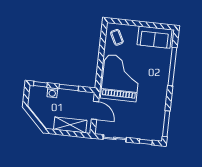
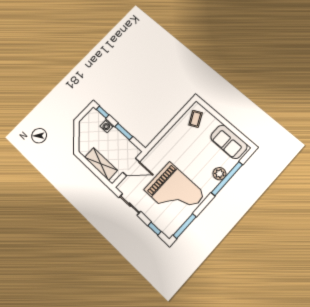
plant: (164, 67) -> (220, 174), added
grand piano: (121, 78) -> (174, 192), moved, turned 90
door: (95, 110) -> (131, 167), hinge flipped

